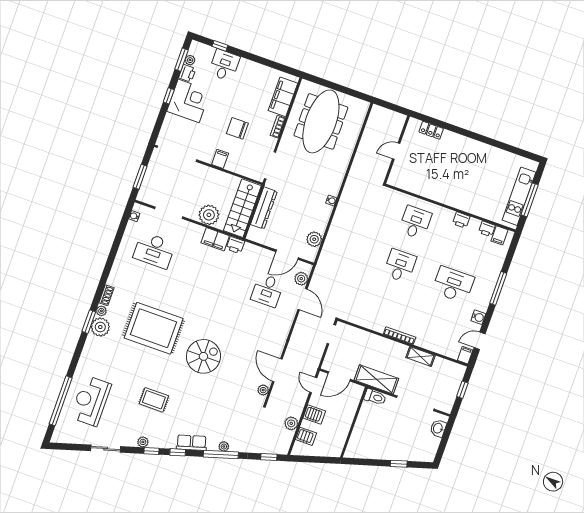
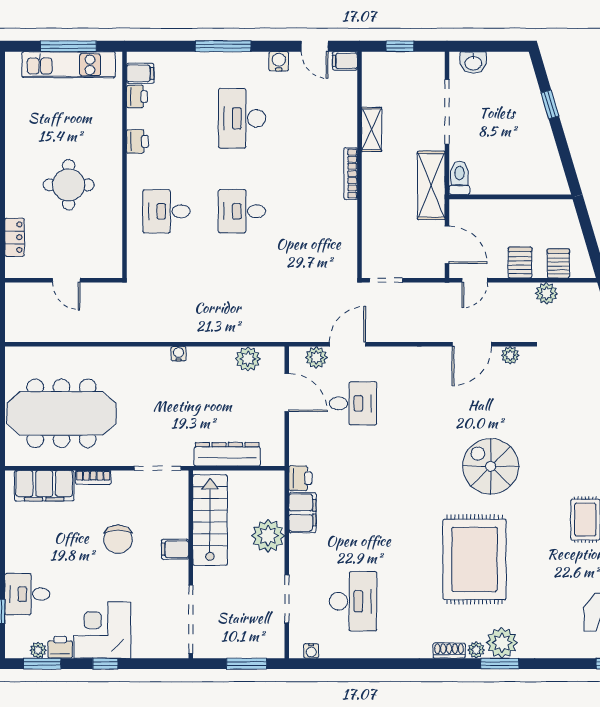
round table: (450, 172) -> (69, 185), added
stairs: (242, 208) -> (210, 520), moved, turned -90

